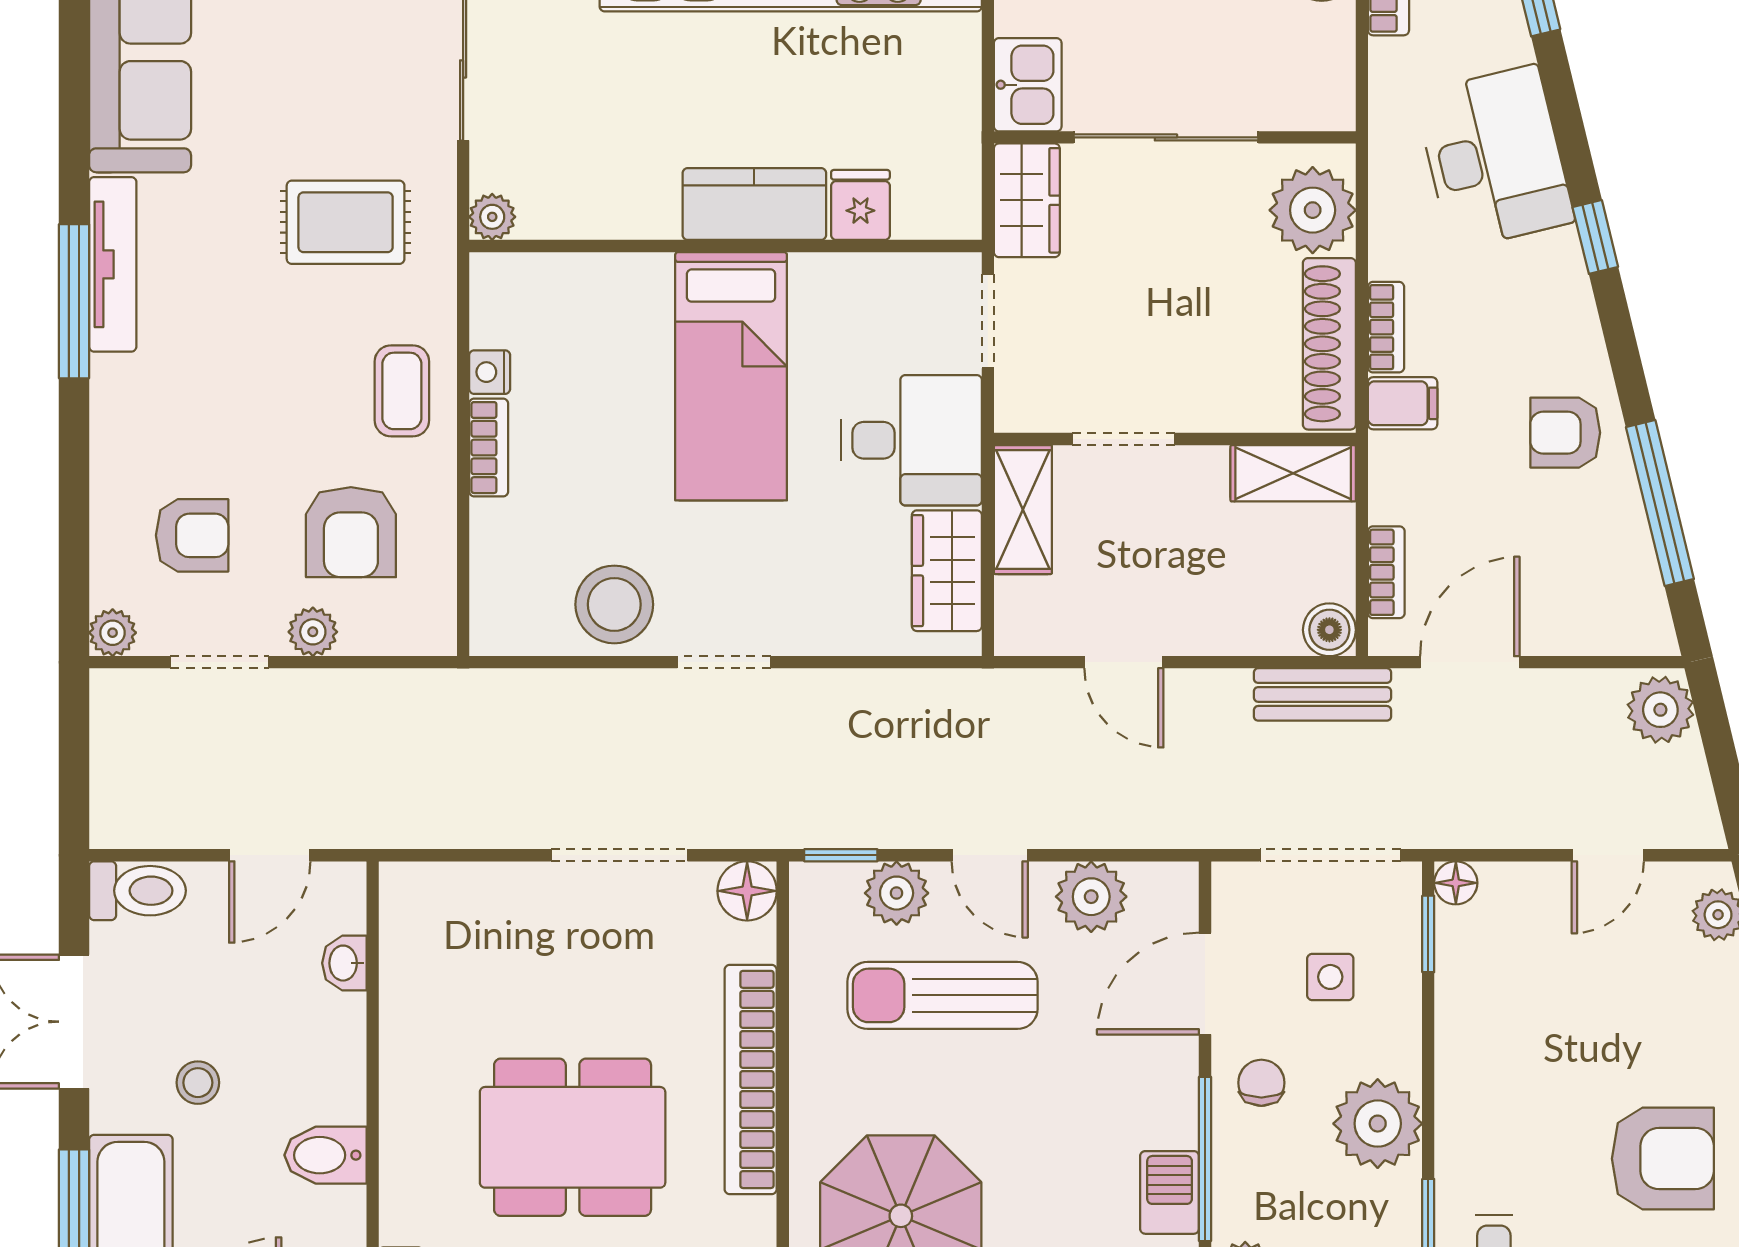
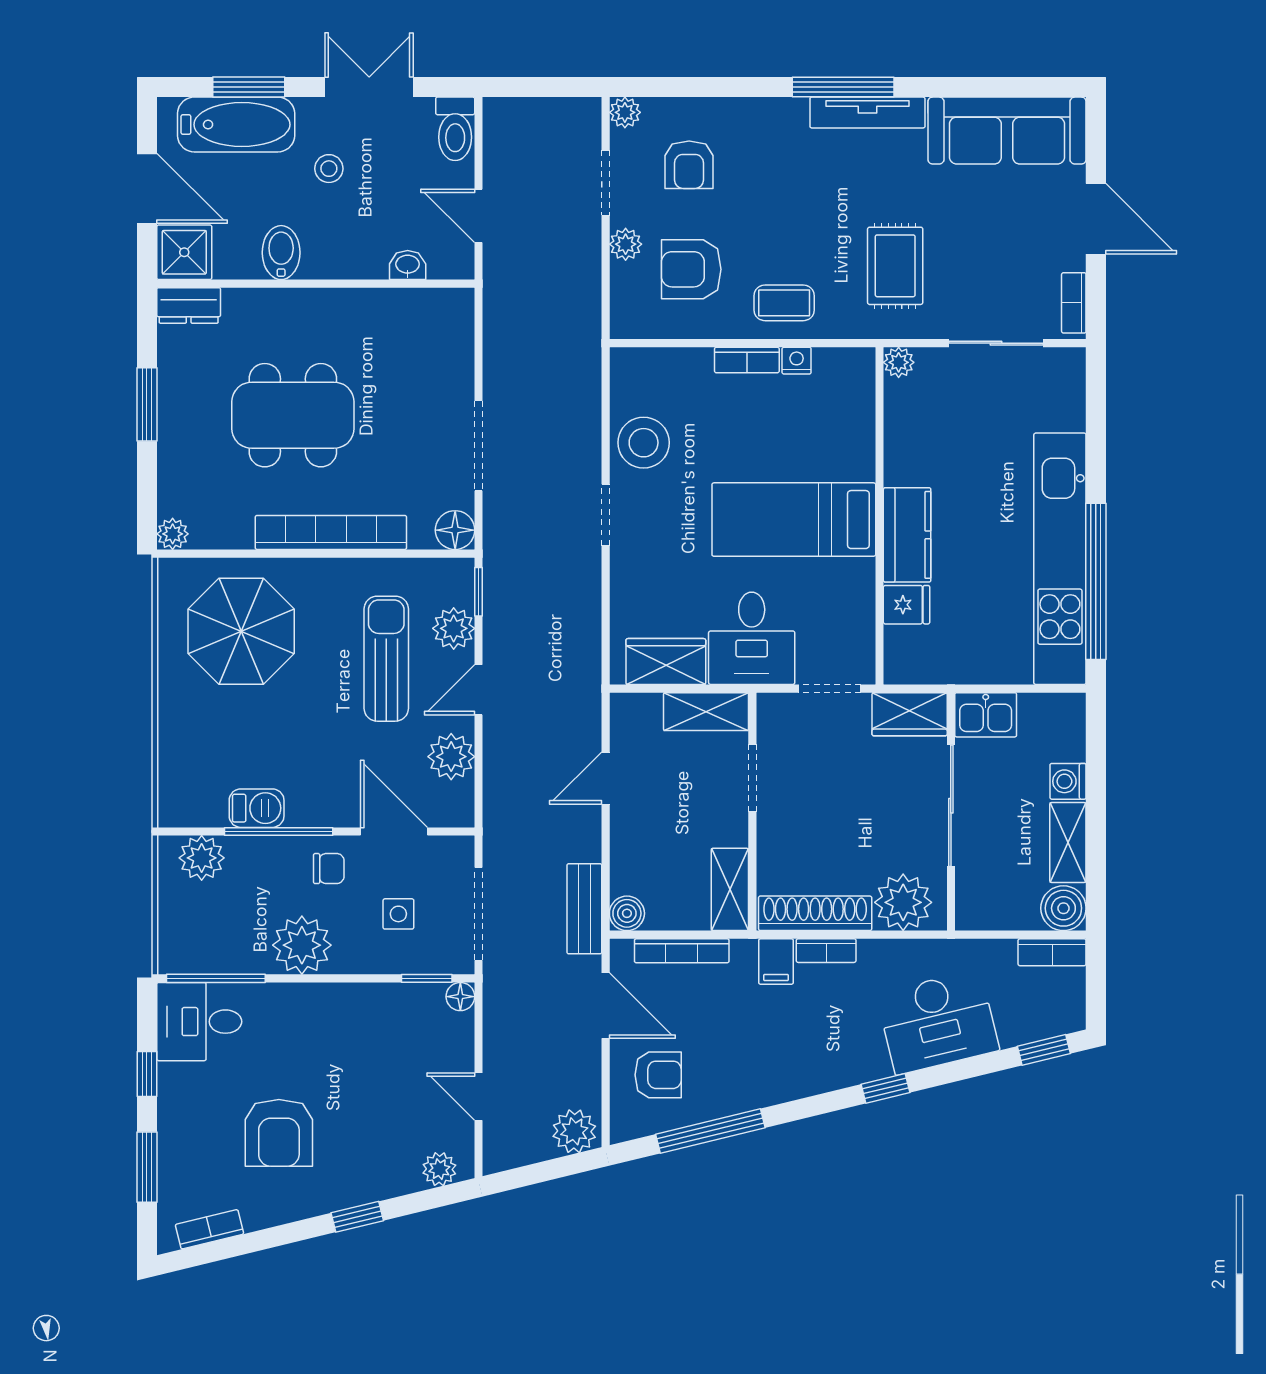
armchair: (1565, 433) -> (658, 1075), moved, turned 90
bookcase: (1386, 572) -> (682, 951), width x1.56
dining table: (573, 1137) -> (293, 415), turned 90

